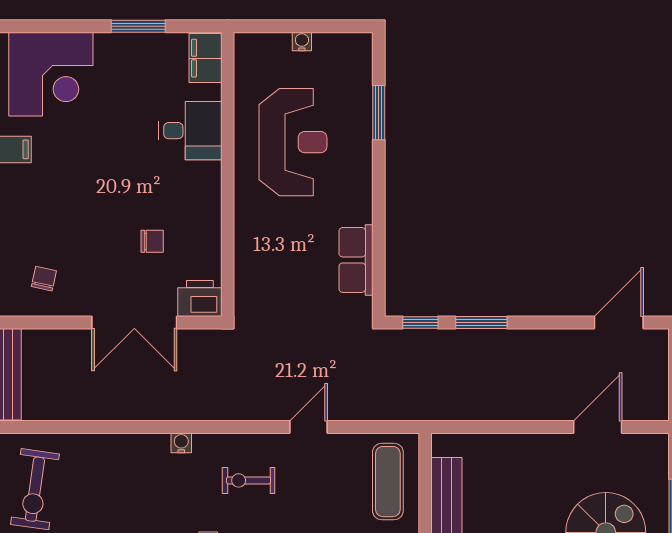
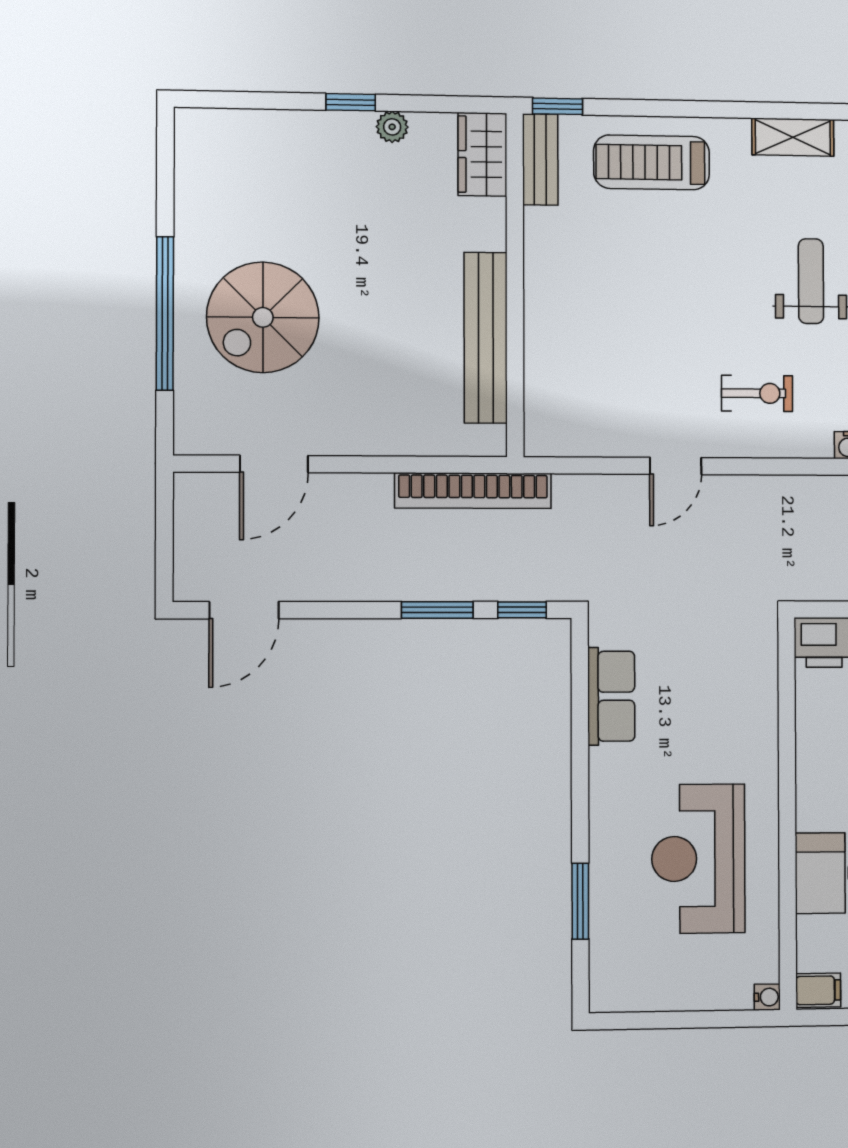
water cooler: (302, 41) -> (767, 997), moved, turned -90
filing cabinet: (205, 58) -> (818, 990), width x0.50
bookcase: (456, 408) -> (473, 491), added
exercise mat: (388, 482) -> (567, 390), removed

